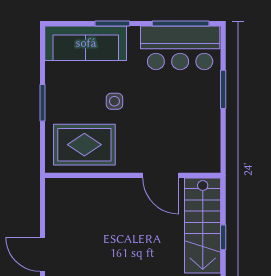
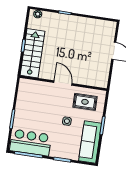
sofa: (86, 43) -> (90, 142), moved, turned -90
rug: (84, 145) -> (85, 102), width x0.73, depth x0.70
door: (161, 175) -> (63, 83), moved

